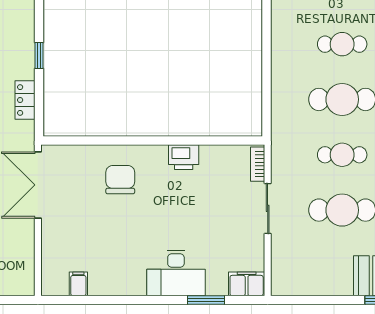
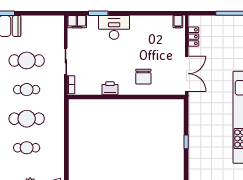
locker: (25, 100) -> (193, 37), moved
filing cabinet: (78, 284) -> (178, 22), moved

